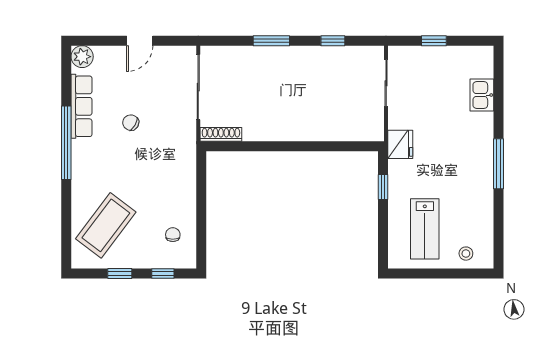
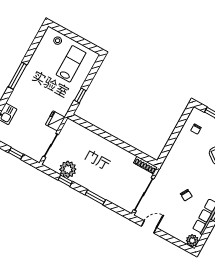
door: (140, 41) -> (149, 227), moved
plant: (339, 61) -> (68, 169), added
fridge: (400, 144) -> (55, 121), moved

